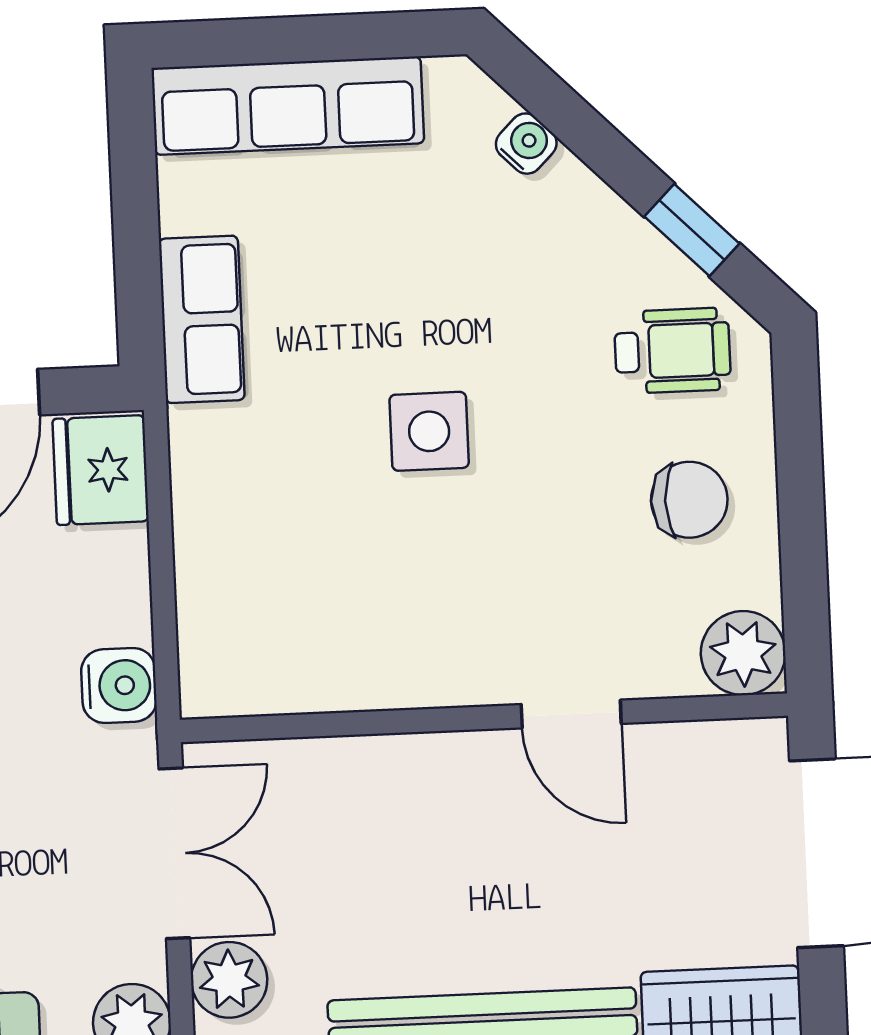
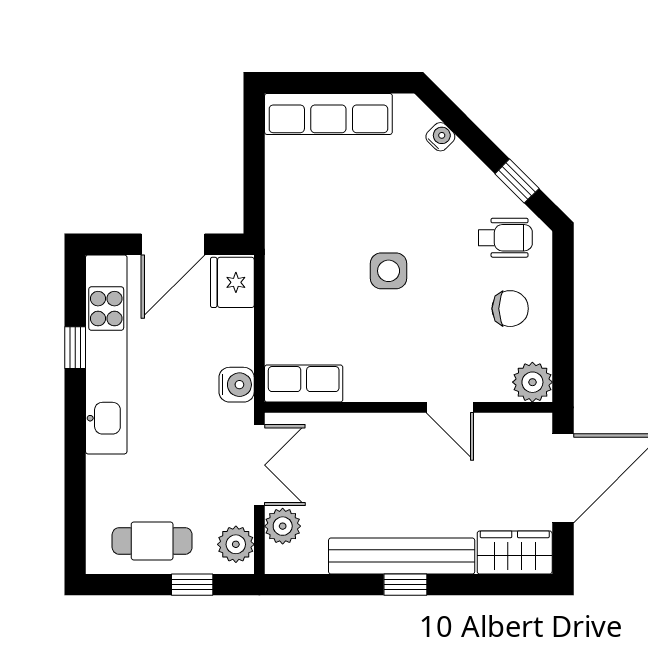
row of seats: (202, 319) -> (304, 384), moved, turned -90

